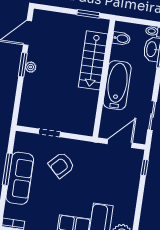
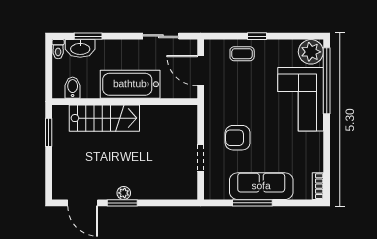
armchair: (61, 165) -> (238, 138), turned 136
window: (145, 167) -> (257, 36), moved
coffee table: (128, 179) -> (242, 54), added

